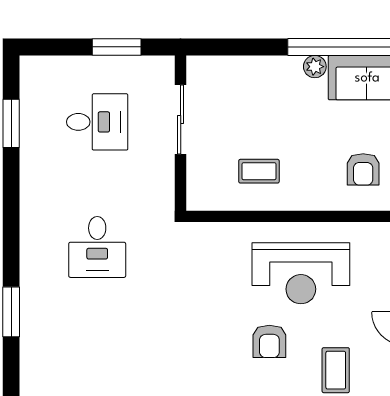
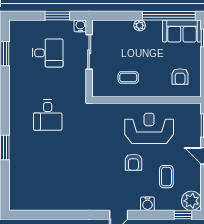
plant: (315, 67) -> (140, 25), moved
water cooler: (163, 68) -> (80, 26), added
reception desk: (301, 273) -> (149, 128), turned 180

